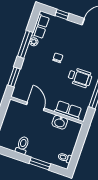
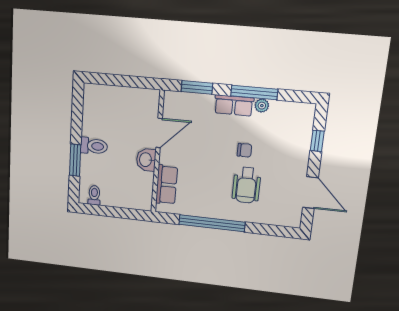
row of seats: (40, 26) -> (234, 105), moved
wheelchair: (80, 78) -> (246, 185), moved
washbasin: (60, 122) -> (146, 160), moved
toilet: (22, 145) -> (94, 146), moved

